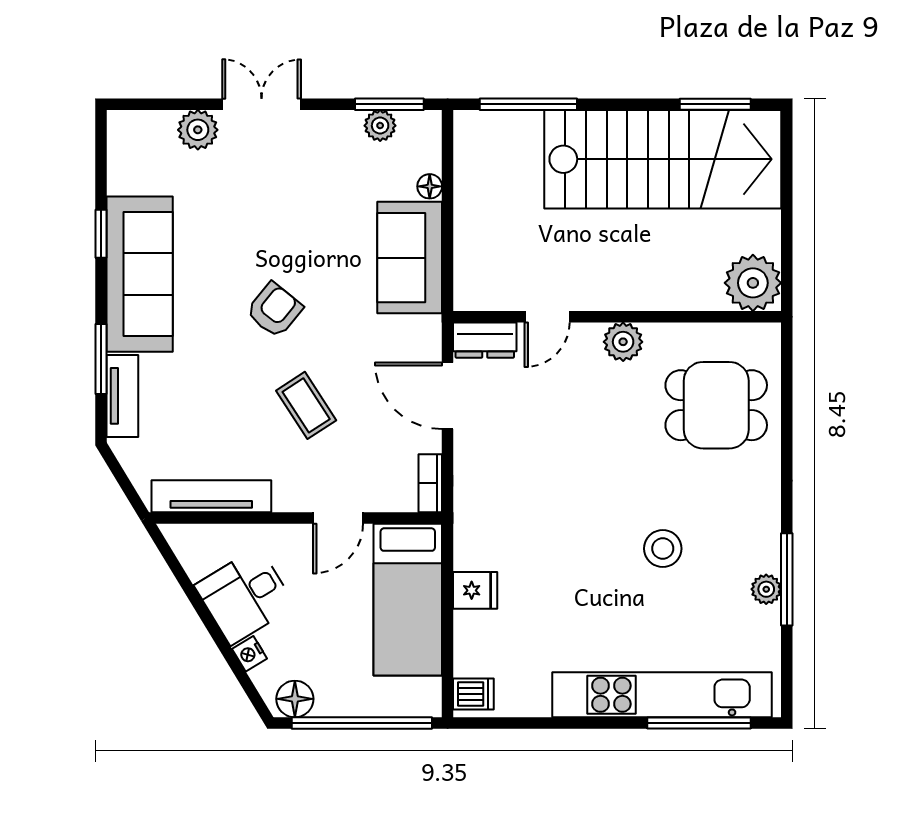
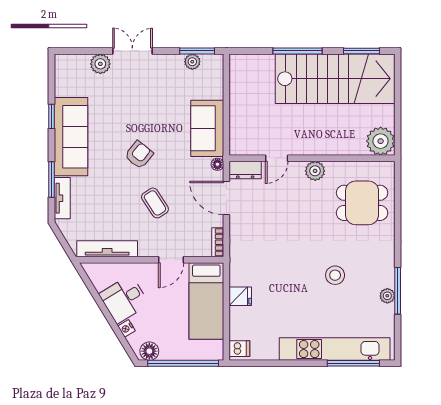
window: (528, 104) -> (297, 51), moved
floor lamp: (430, 186) -> (217, 164), moved

